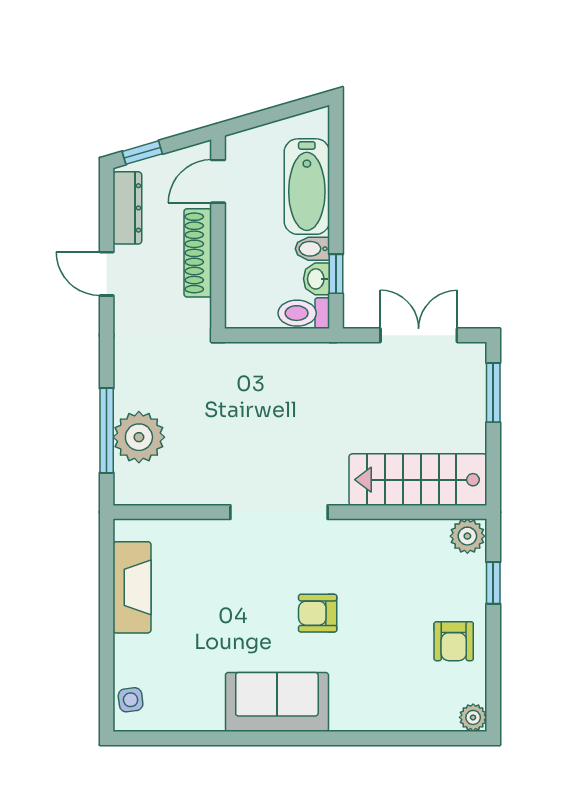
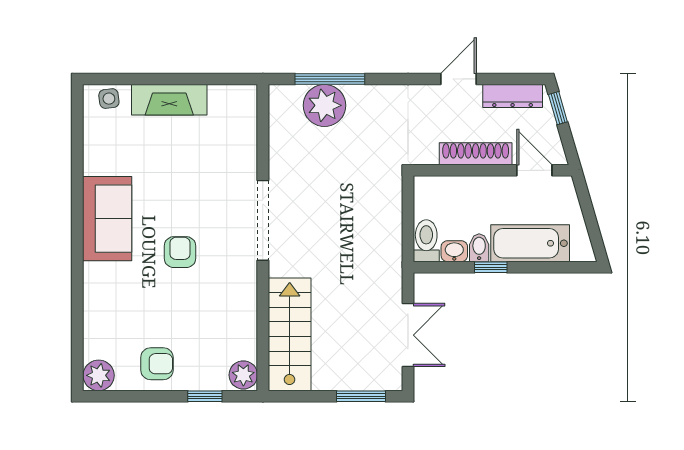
window: (336, 274) -> (491, 267), moved
fireplace: (132, 587) -> (169, 100), moved
armchair: (454, 641) -> (157, 364), turned 180
plant: (473, 717) -> (99, 375), width x1.38, depth x1.38

